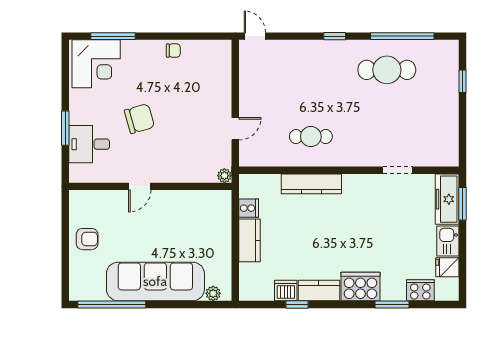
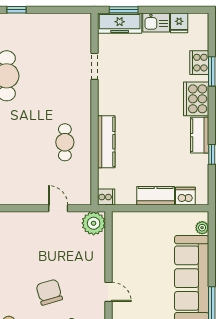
plant: (224, 176) -> (94, 223), width x1.88, depth x1.88
cooker: (249, 208) -> (106, 197), moved, turned 90
cooker: (420, 290) -> (199, 63), moved
dishwasher: (286, 291) -> (185, 196), moved, turned 90

